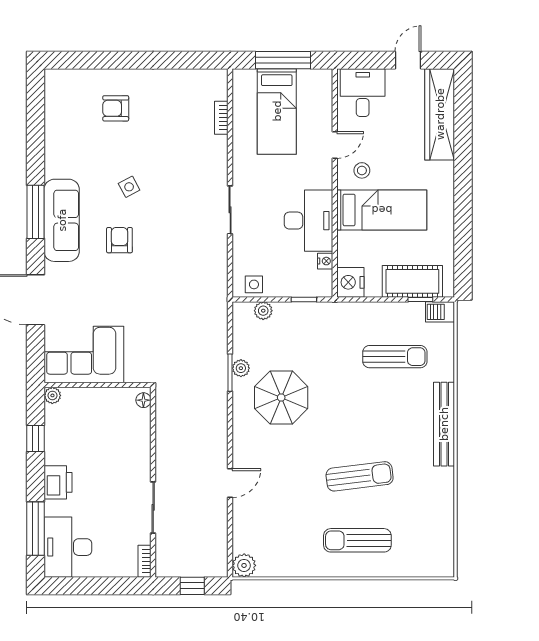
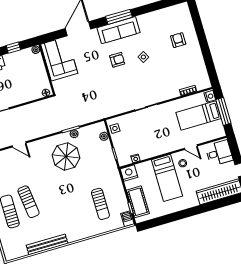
nightstand: (245, 78) -> (210, 96), added
desk: (308, 221) -> (152, 145), removed
bench: (444, 424) -> (47, 244), moved
sun lounger: (360, 476) -> (29, 202), moved

